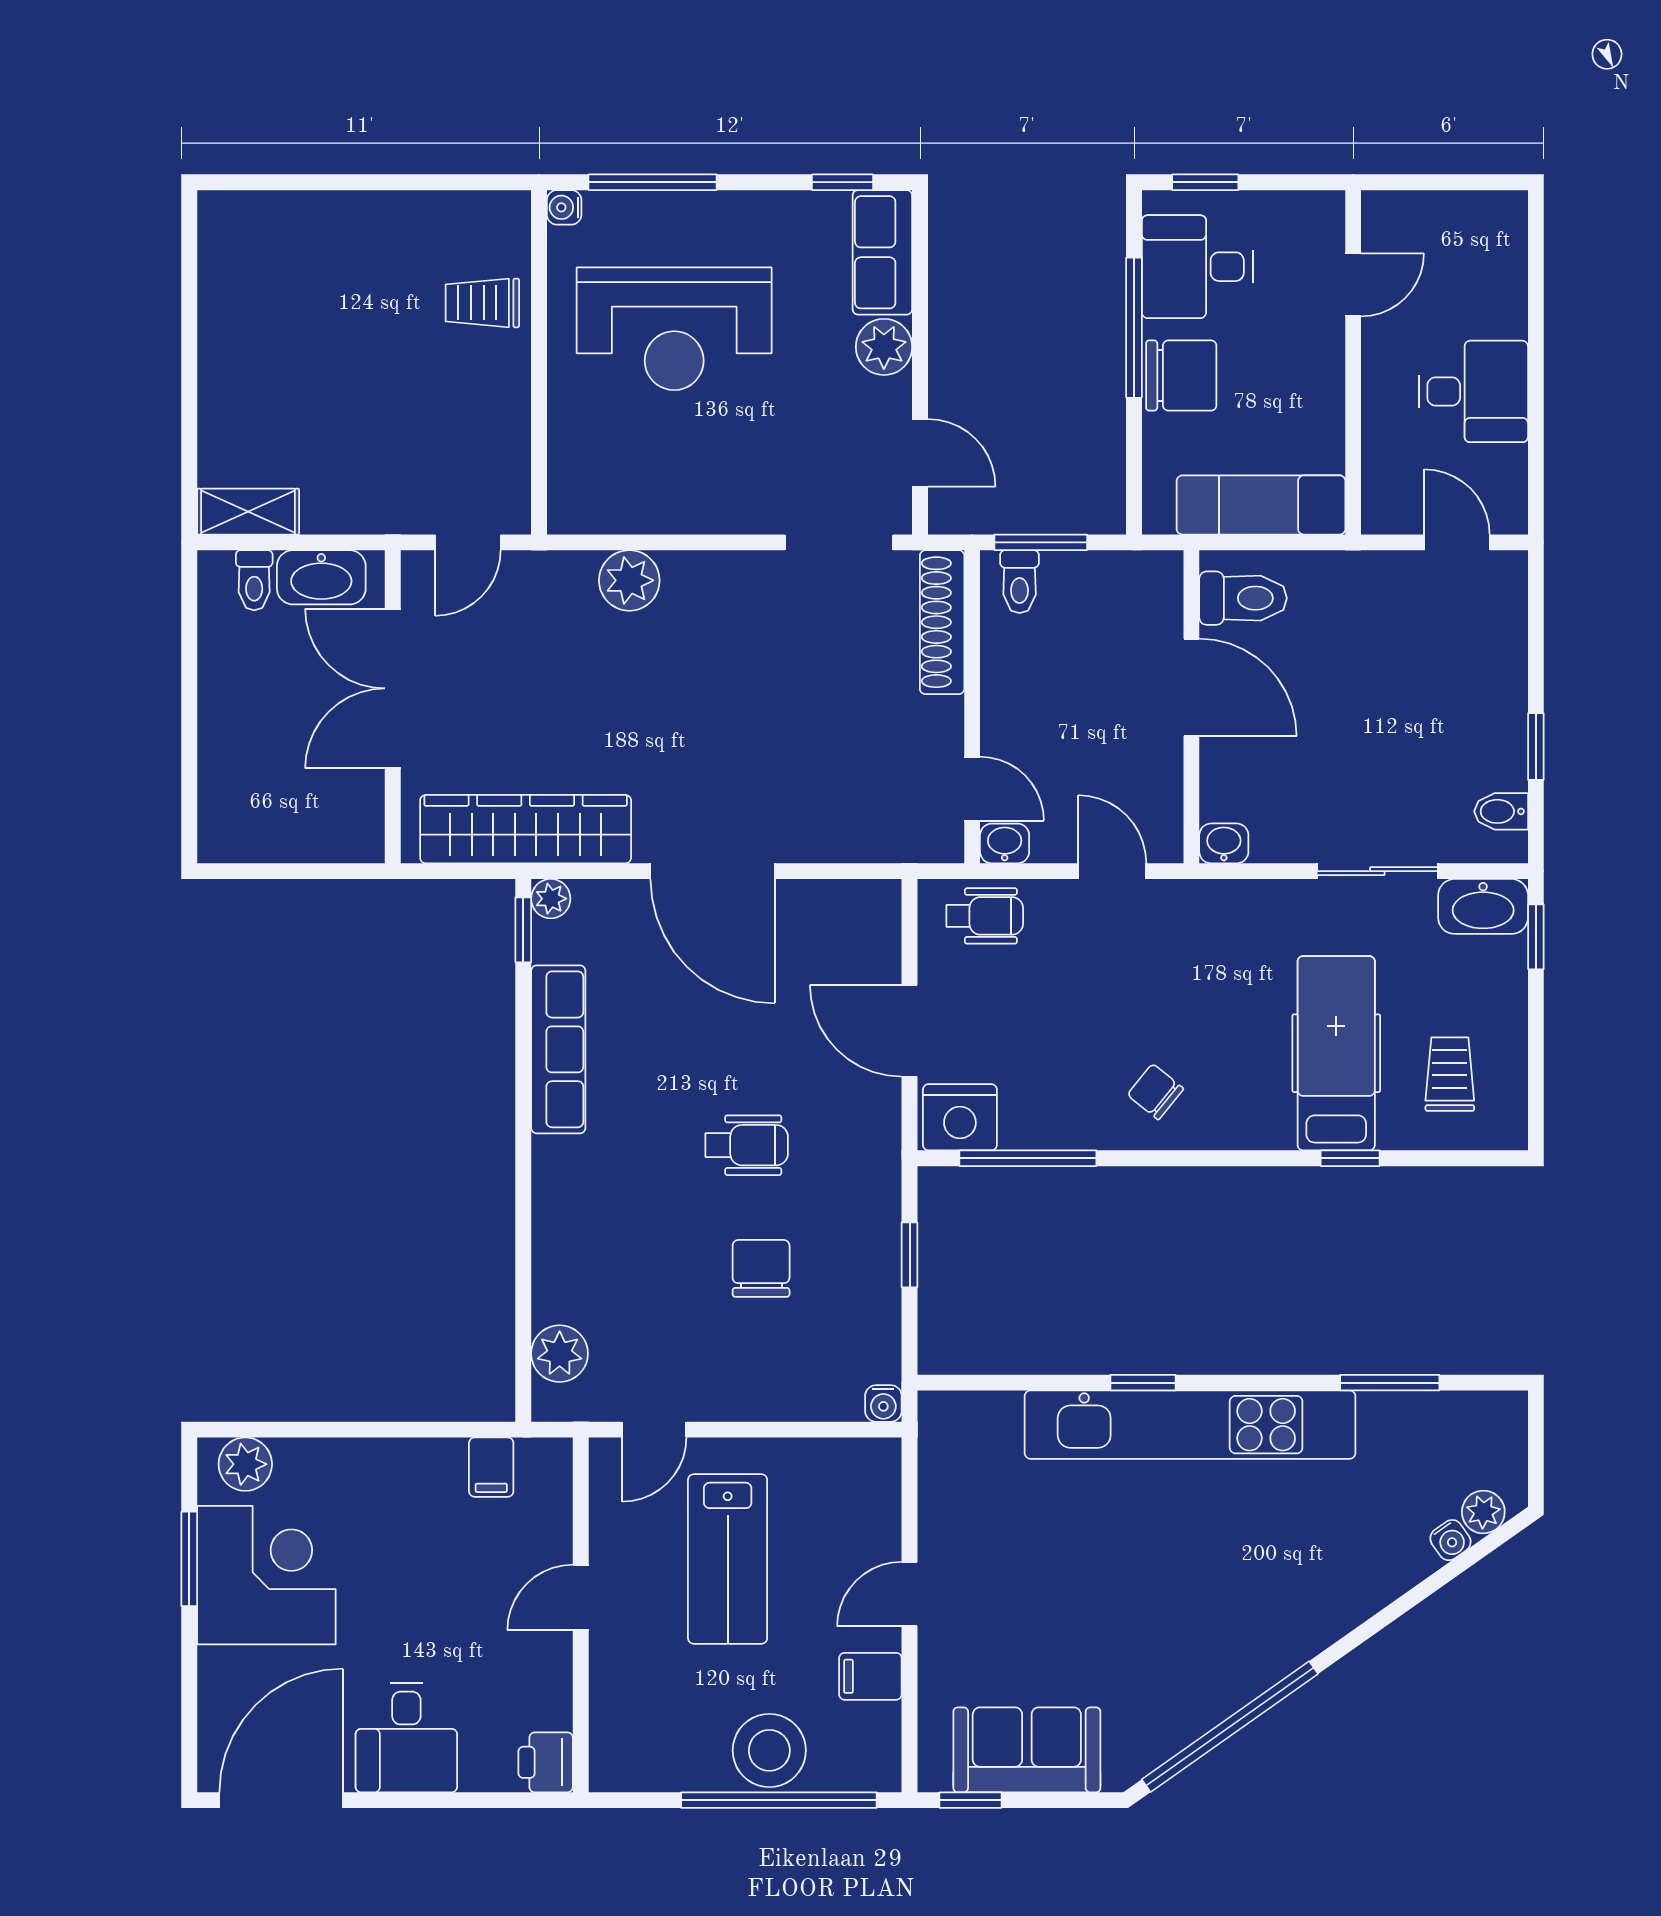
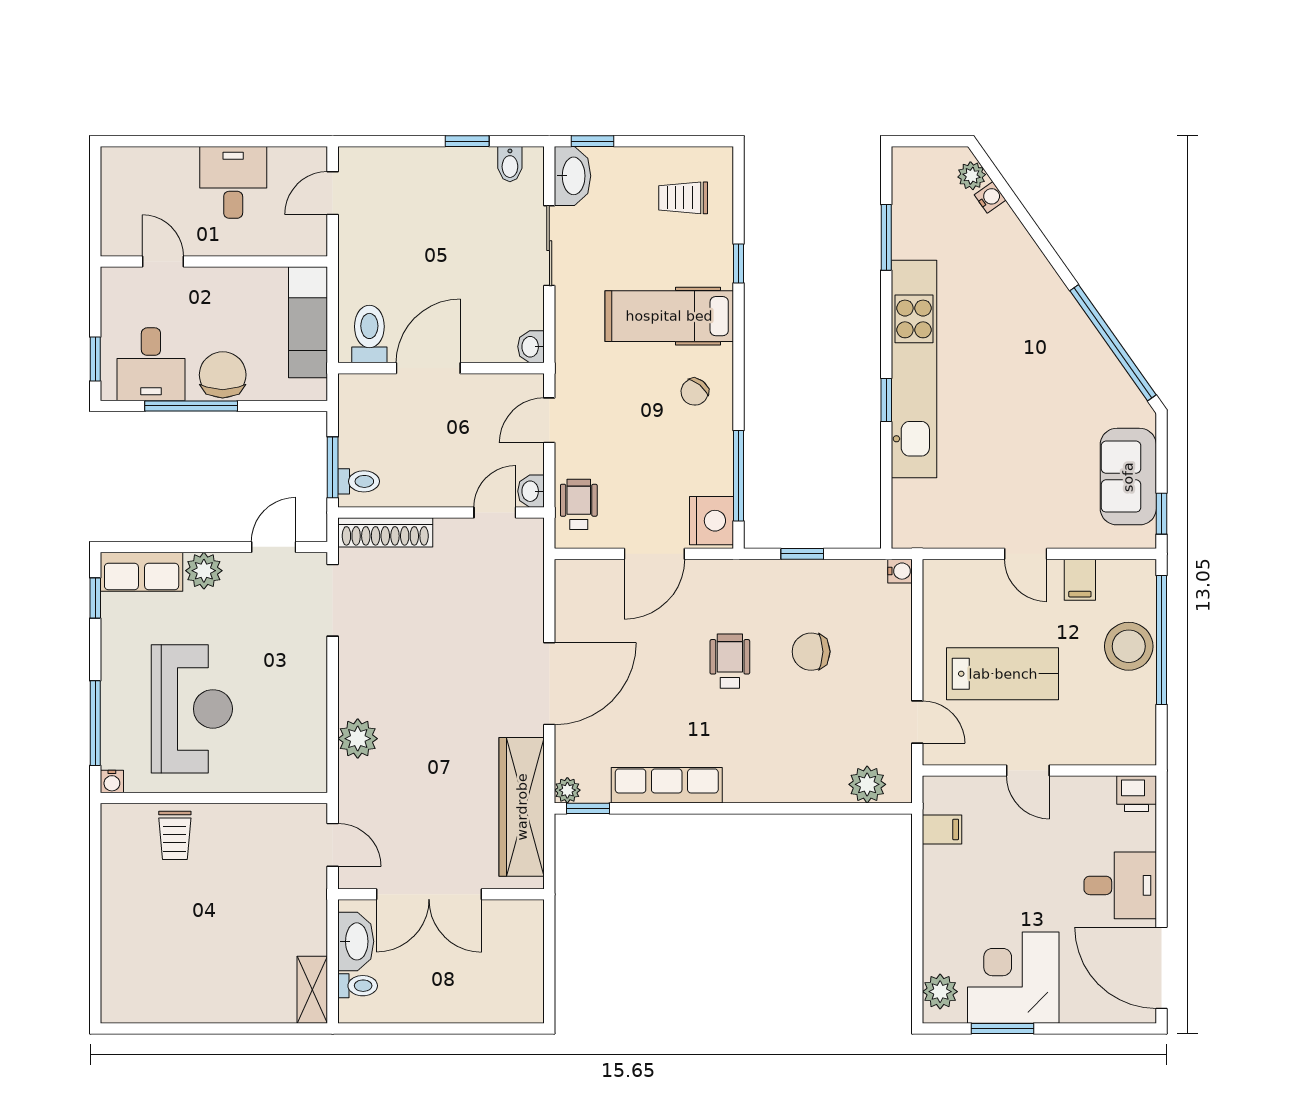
hospital bed: (1336, 1053) -> (669, 316), moved

